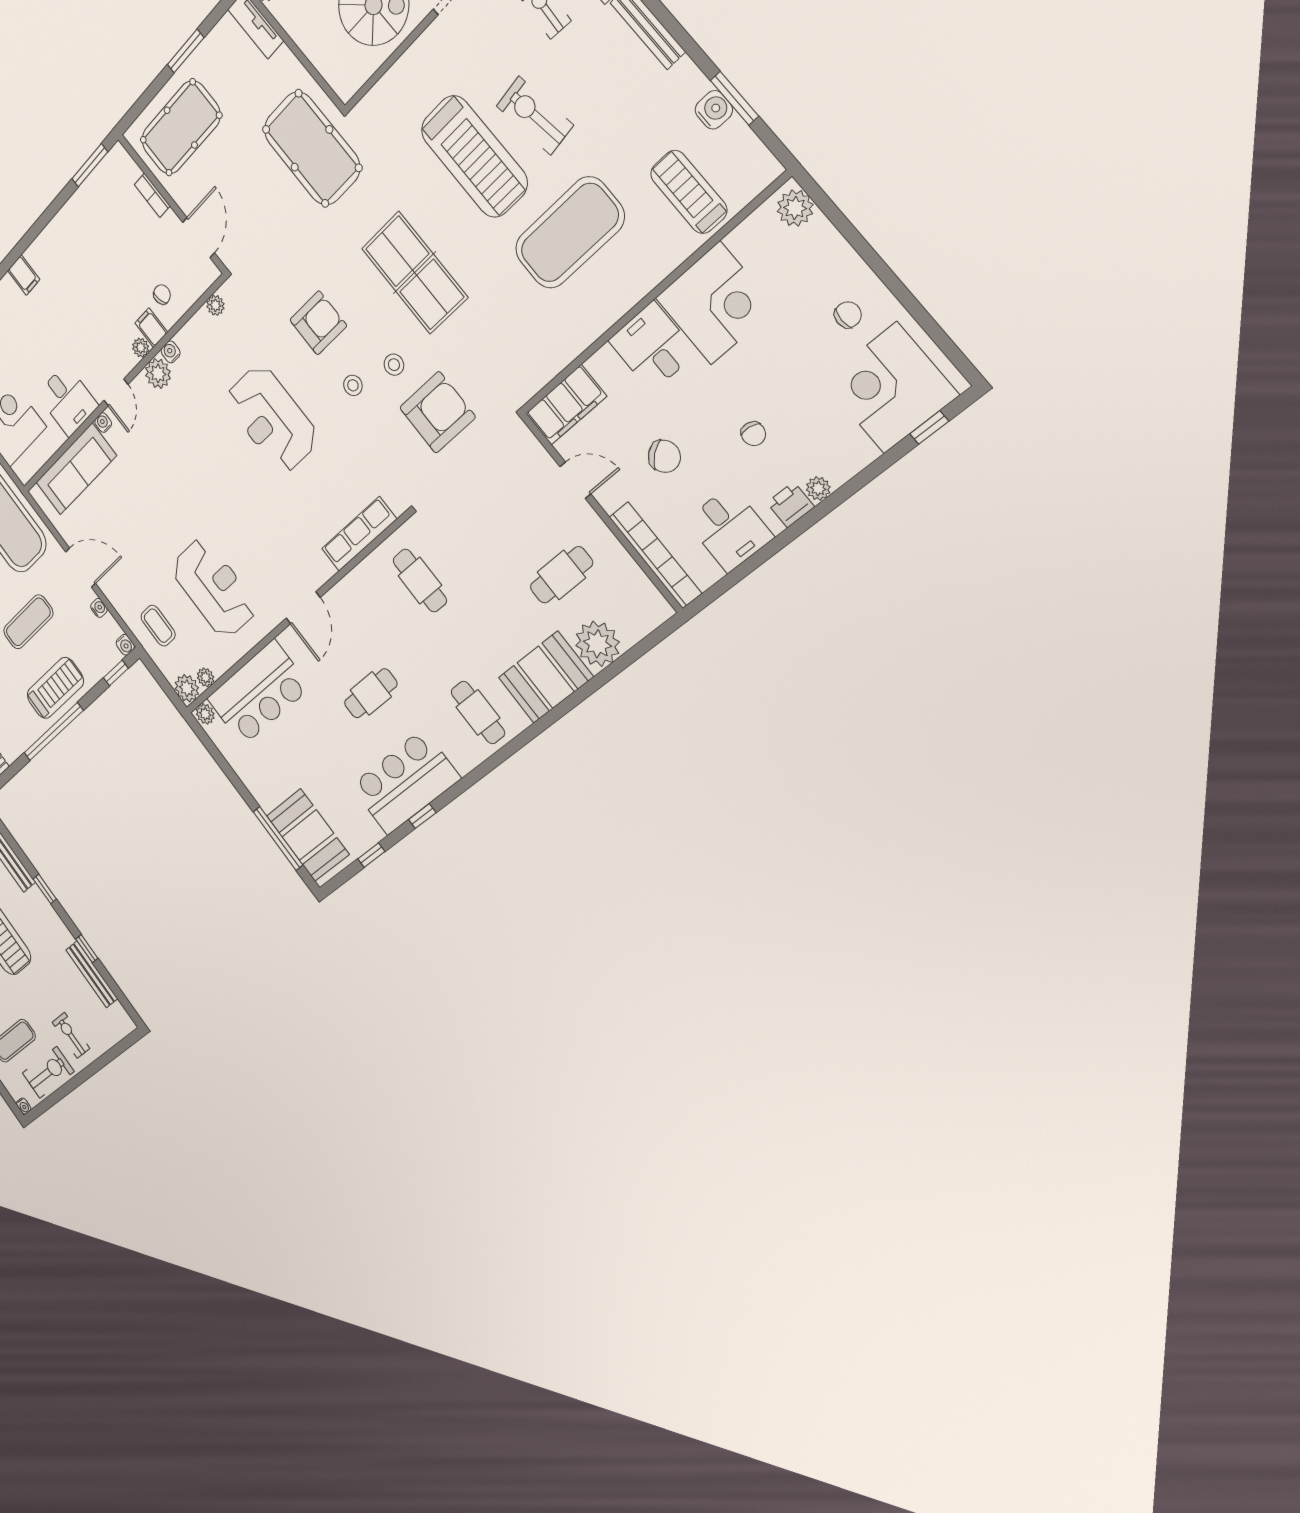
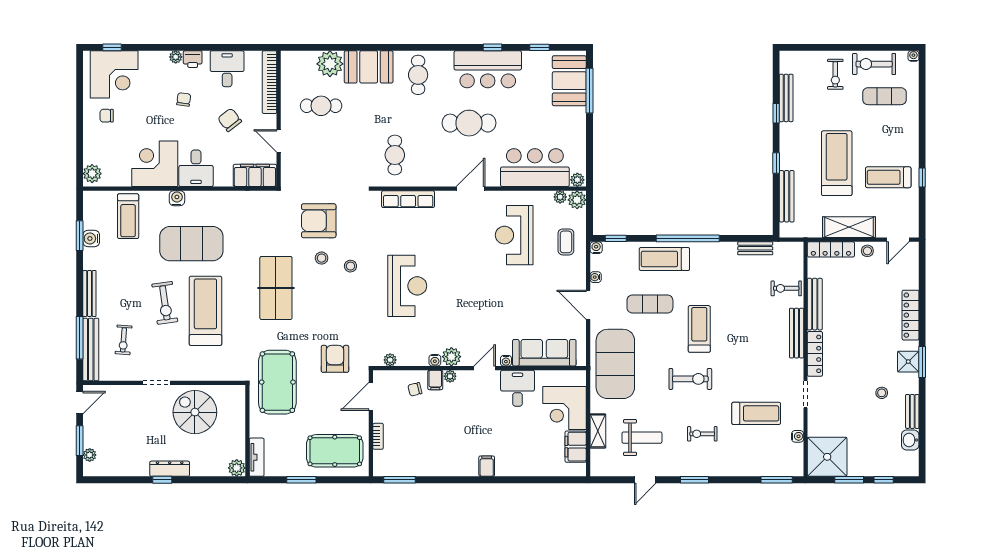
water cooler: (643, 280) -> (177, 198), added
armchair: (318, 323) -> (335, 359), moved, turned 90
cafe table: (371, 693) -> (469, 123), width x1.37, depth x1.35

